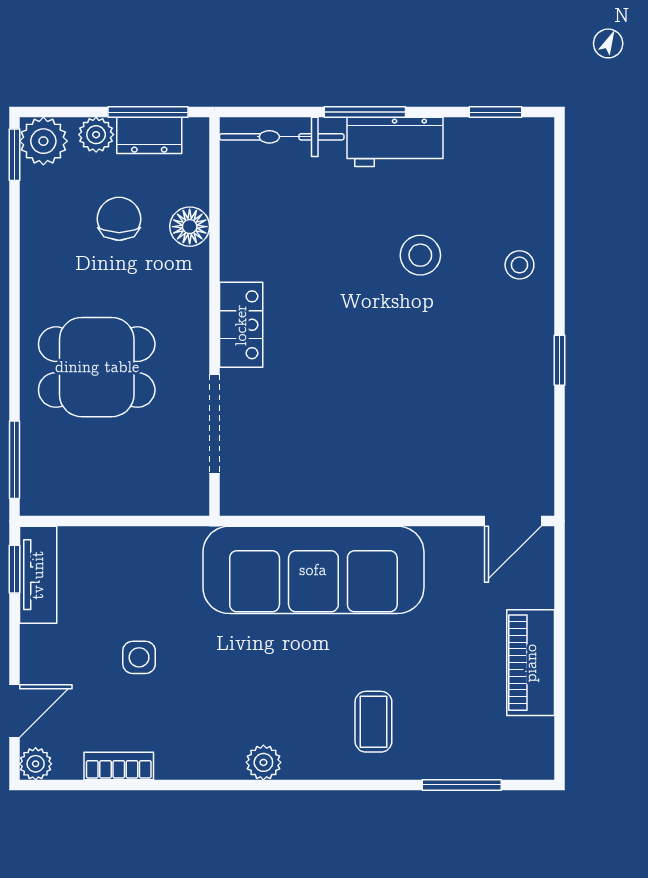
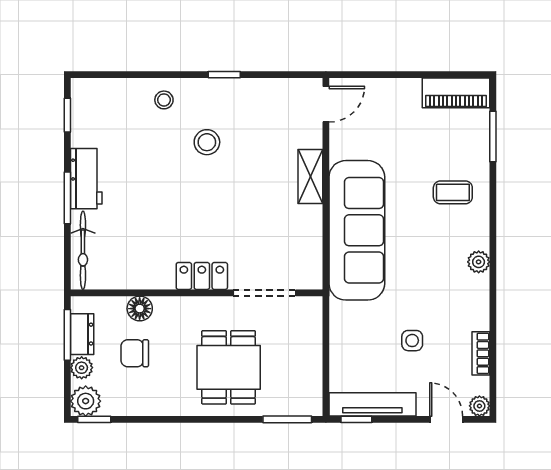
stool: (420, 255) -> (207, 142), moved
shelving: (399, 496) -> (310, 176), added
door: (513, 521) -> (326, 104), hinge flipped
tv unit: (38, 575) -> (372, 404), width x1.41
piano: (531, 663) -> (456, 93), moved

